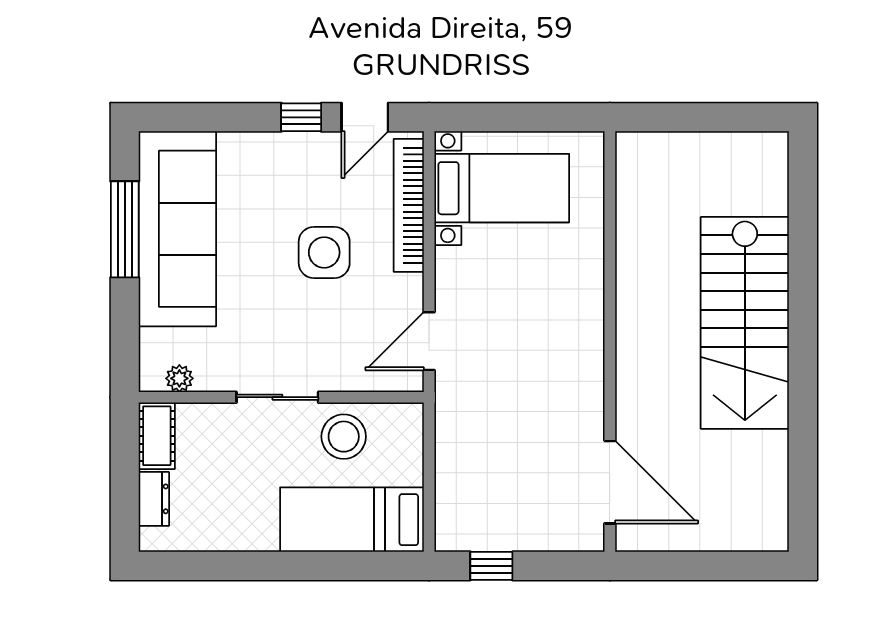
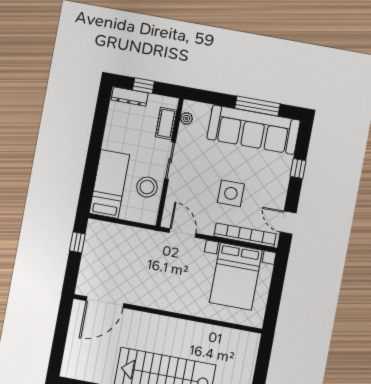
window: (301, 117) -> (298, 168), moved
bed with nightstands: (502, 188) -> (236, 276), width x1.36
cot: (157, 436) -> (166, 123), moved, turned 90
window: (125, 485) -> (143, 86), added
dresser: (154, 499) -> (130, 96), width x1.44

